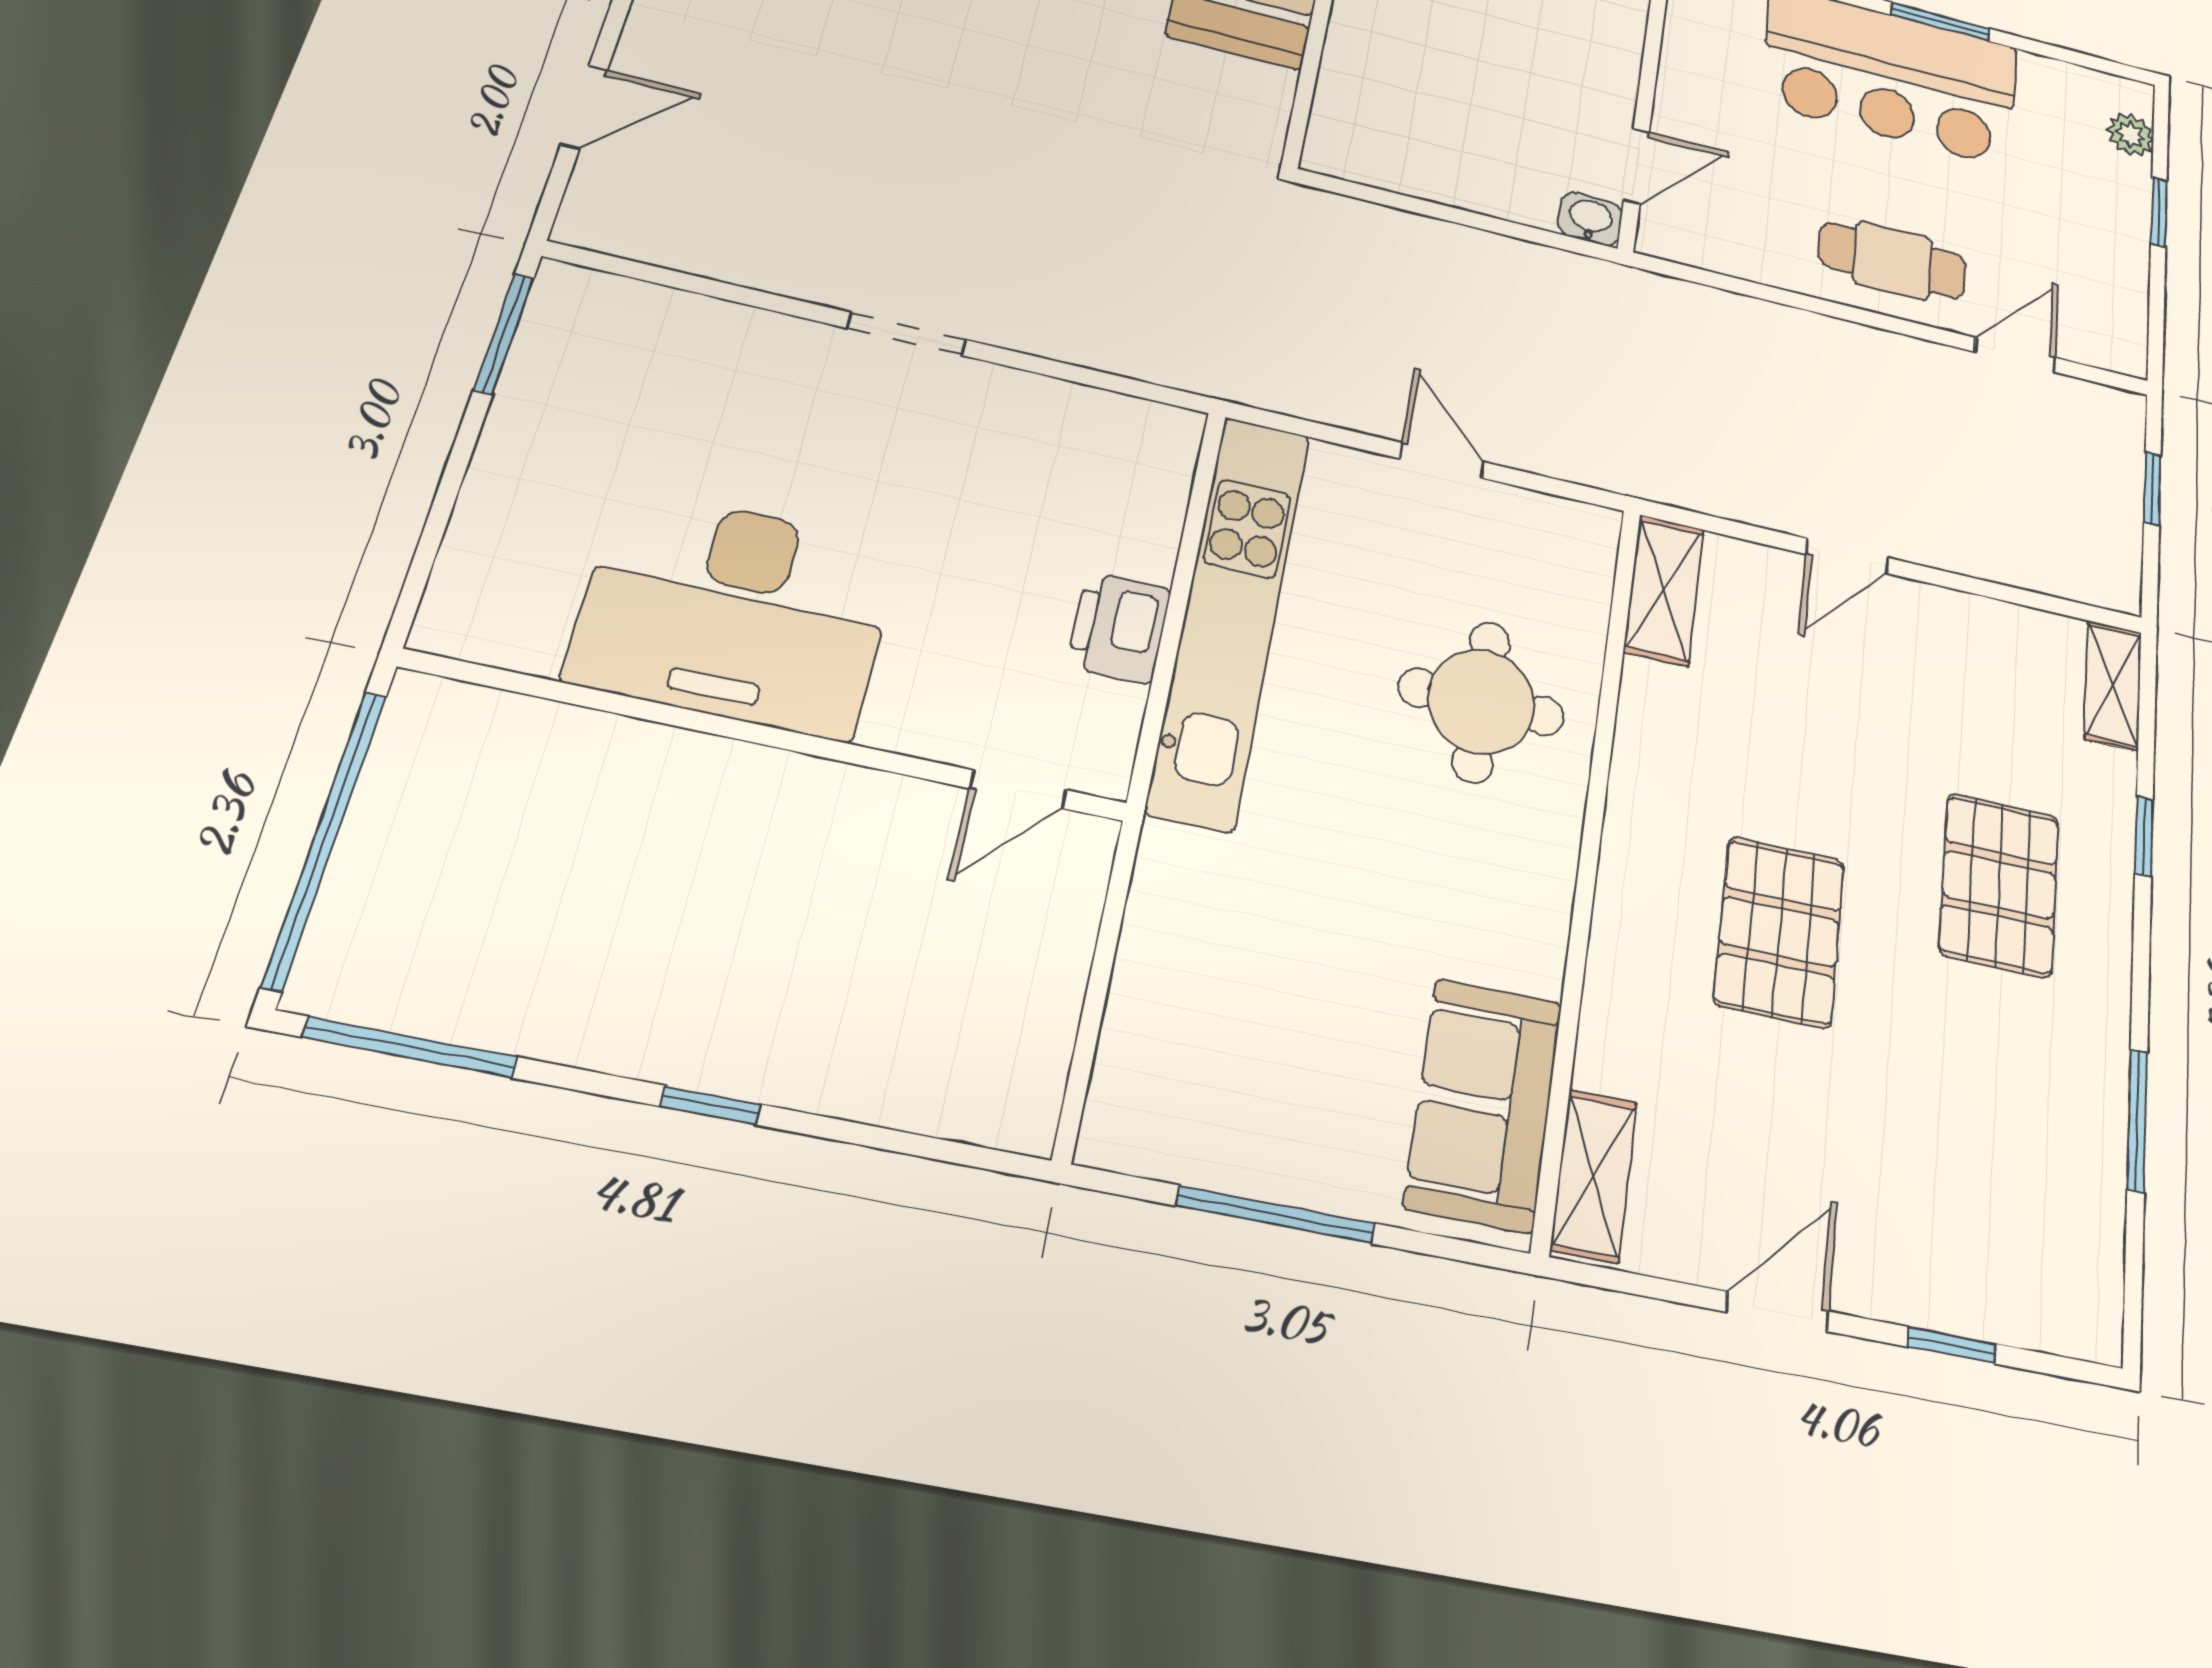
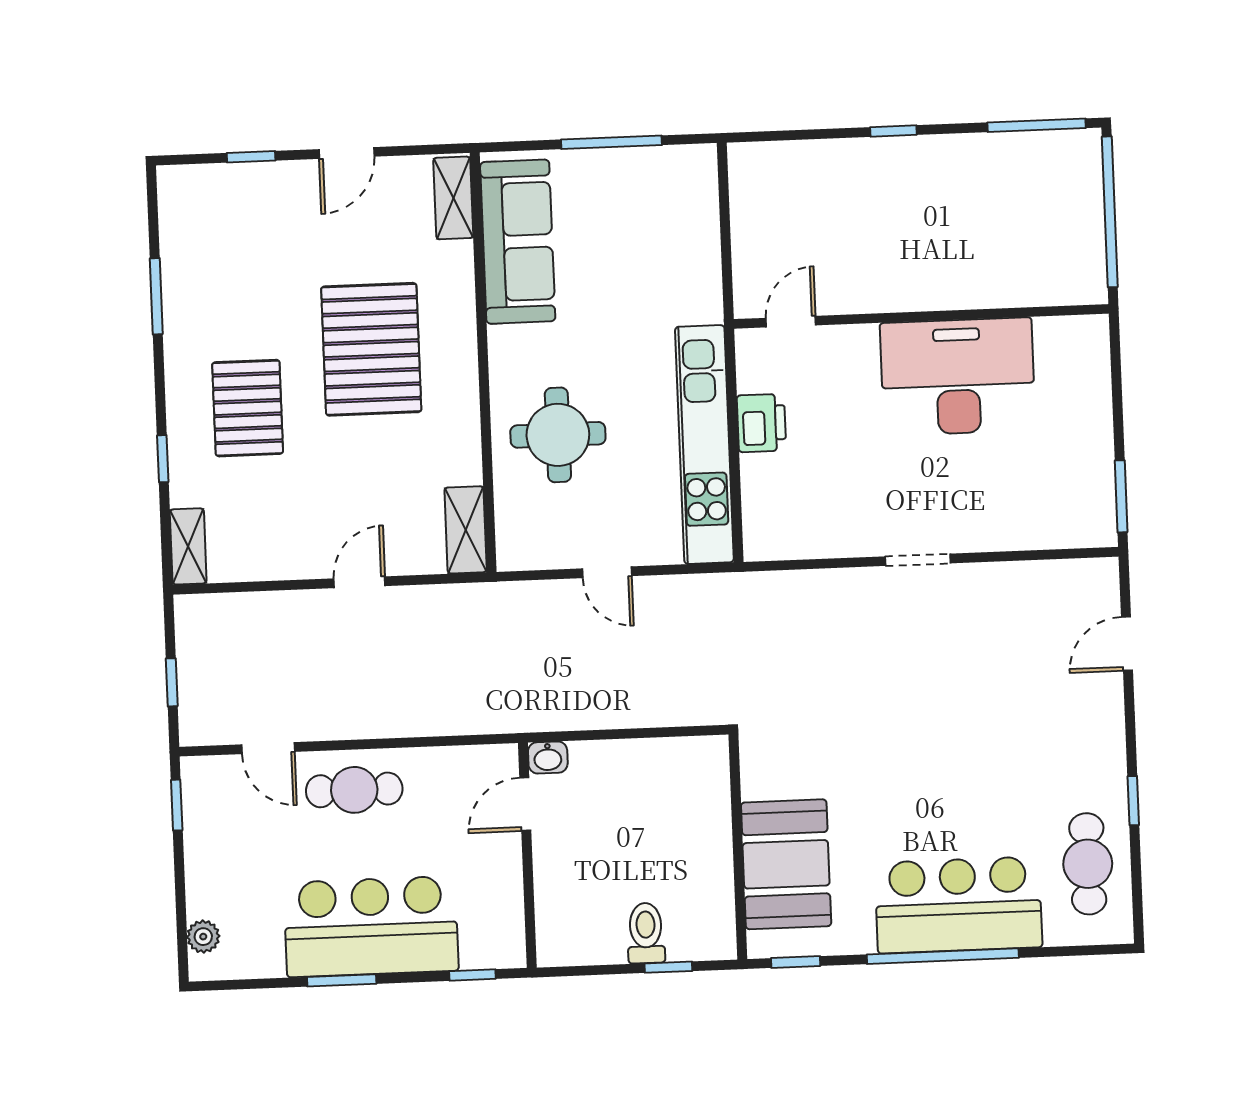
window: (2159, 212) -> (177, 805), moved
door: (2015, 355) -> (268, 748), hinge flipped
pallet: (1780, 932) -> (371, 349), width x1.37, depth x1.41
sofa: (1484, 1104) -> (518, 242), width x1.36

